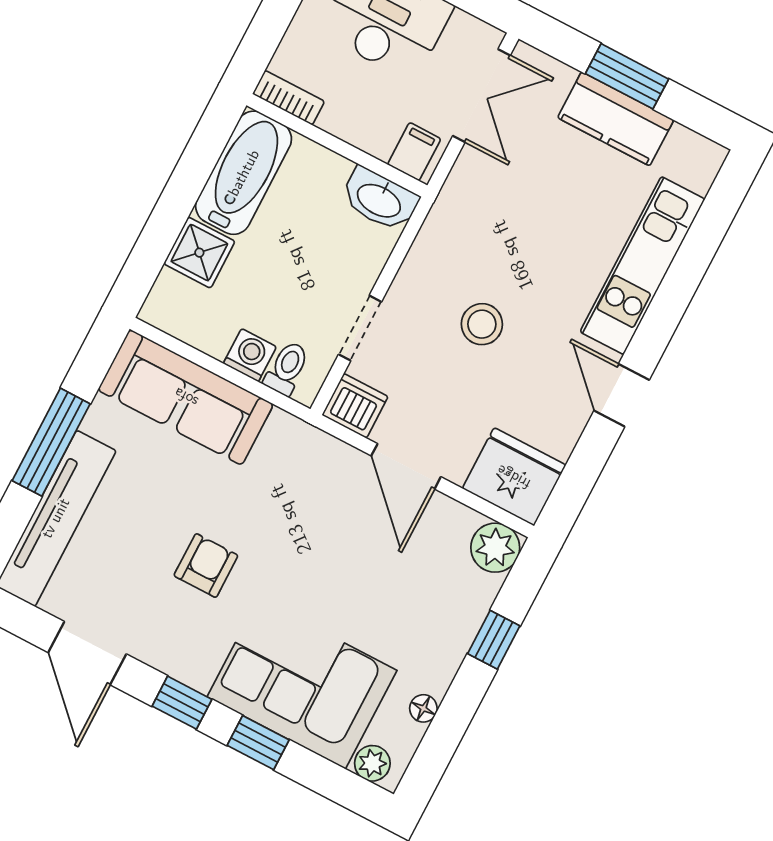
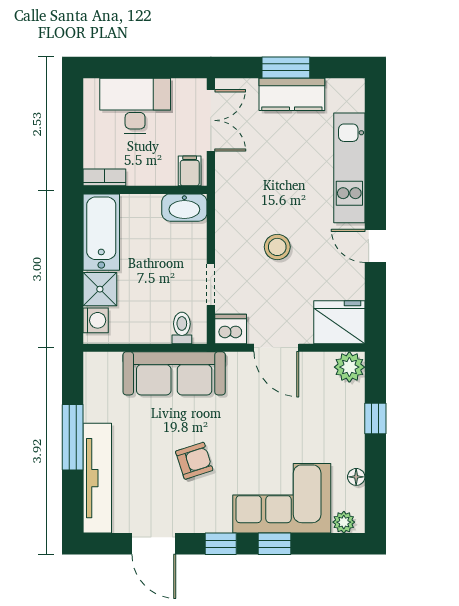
washing machine: (250, 355) -> (96, 320), moved, turned 90
sofa: (186, 397) -> (174, 373), moved
armchair: (206, 566) -> (194, 461), turned 72

